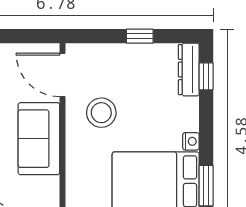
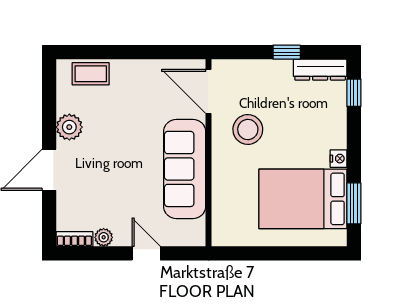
dresser: (189, 70) -> (320, 70), moved, turned -90
sofa: (39, 139) -> (185, 169), width x1.36

